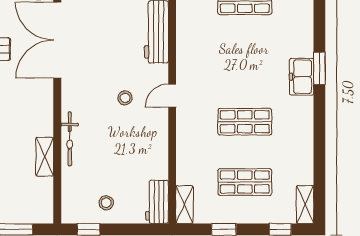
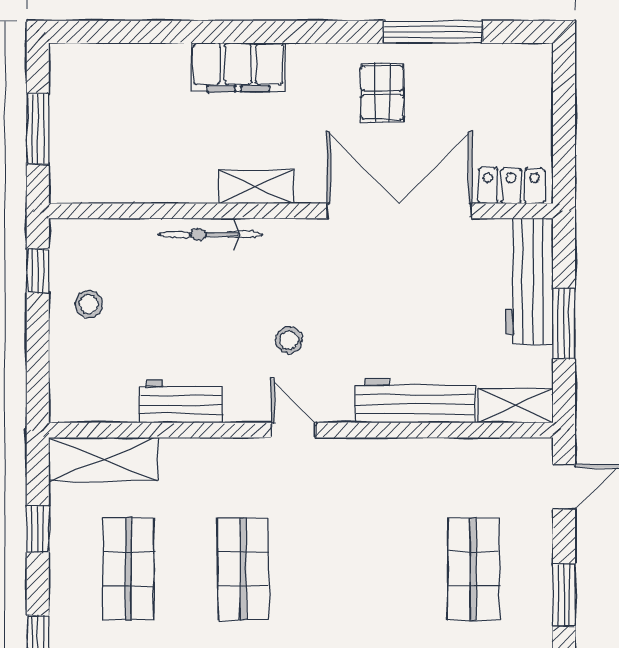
shelving: (45, 157) -> (256, 187), moved
workbench: (157, 202) -> (181, 401), moved
shelving: (184, 205) -> (103, 459), width x1.50, depth x1.33

